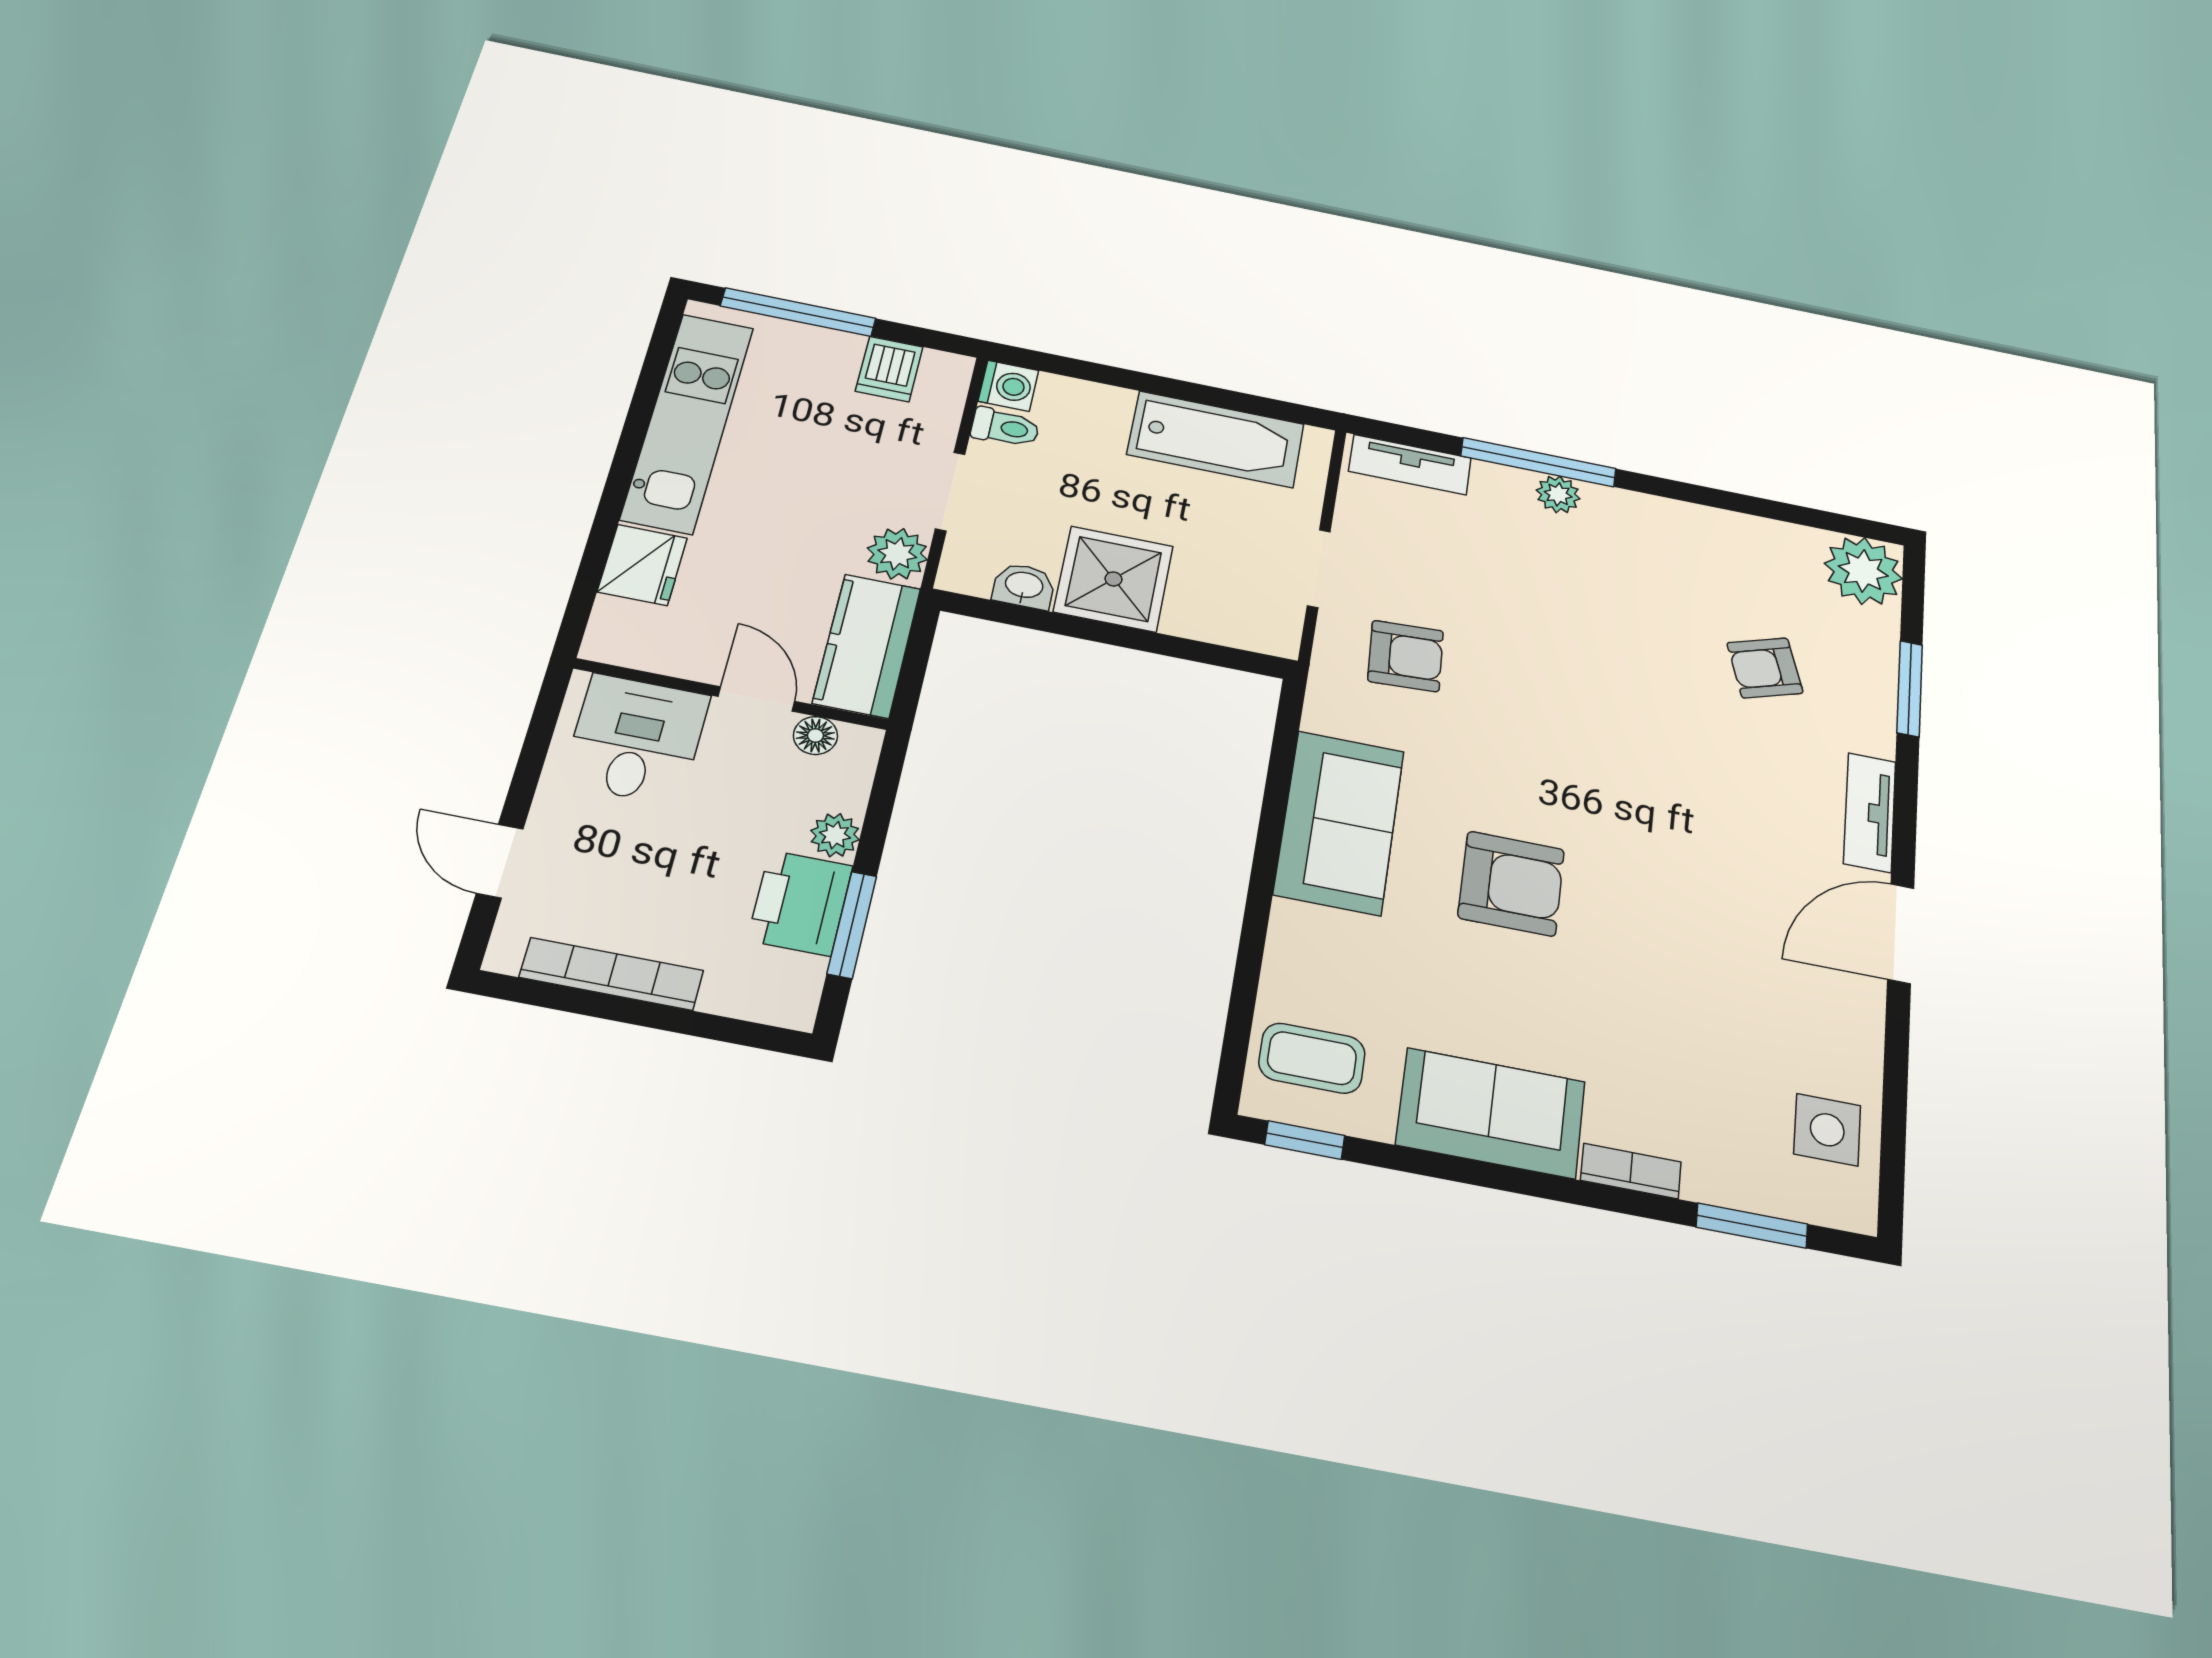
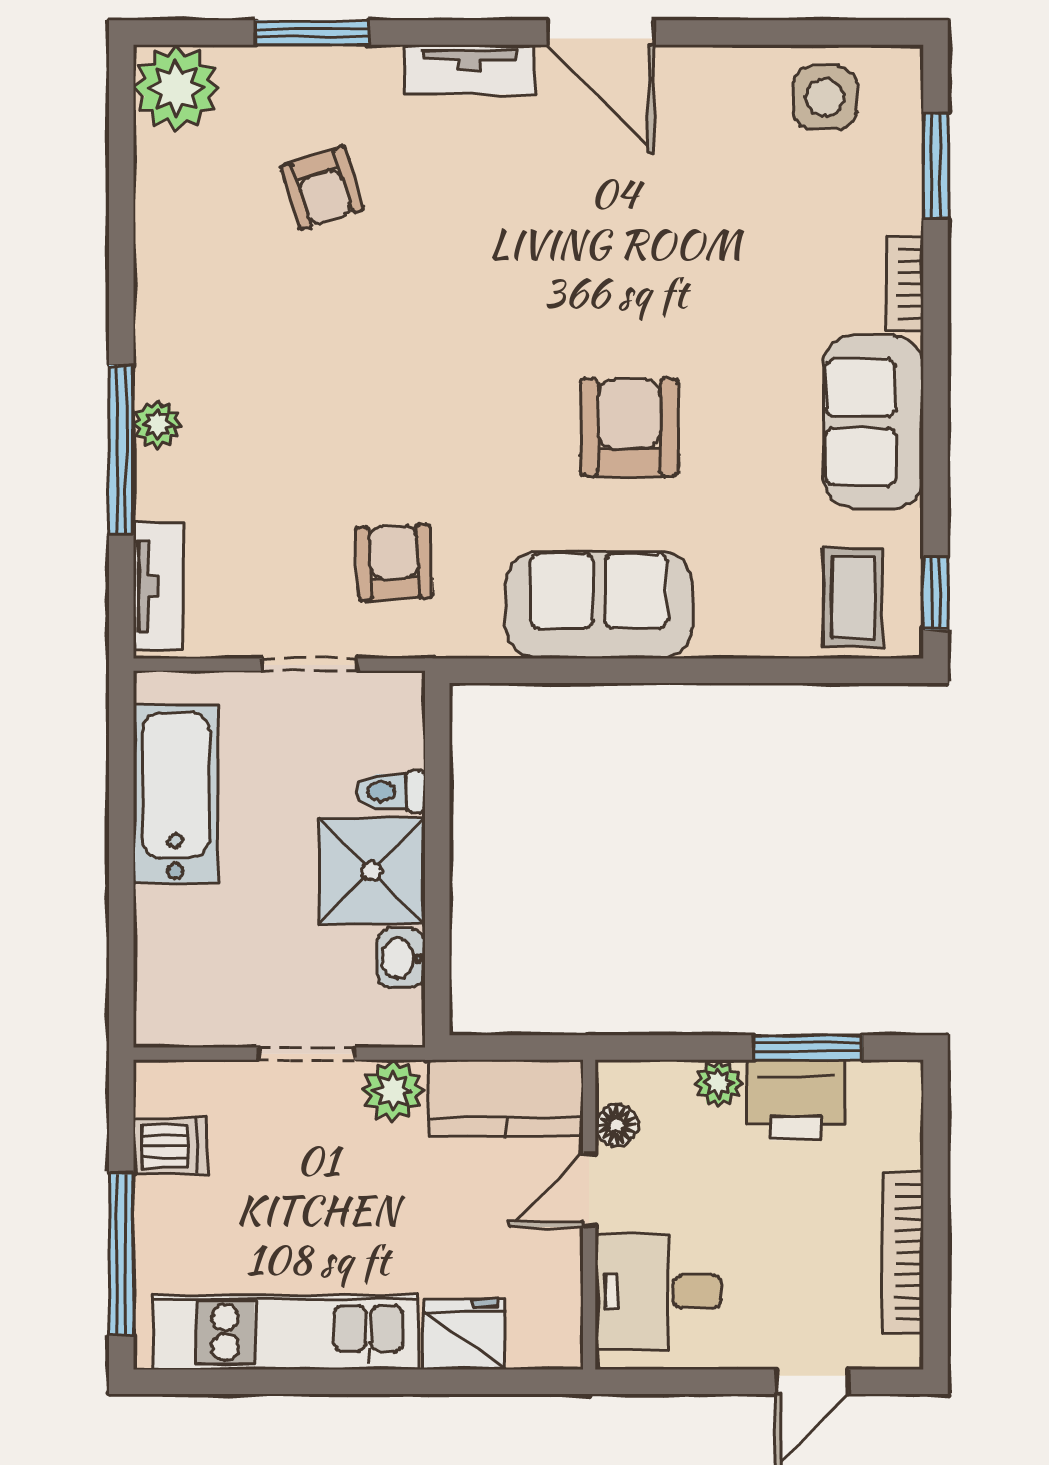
washing machine: (1008, 386) -> (161, 1020), removed
toilet: (1005, 427) -> (391, 792), moved, turned -90

